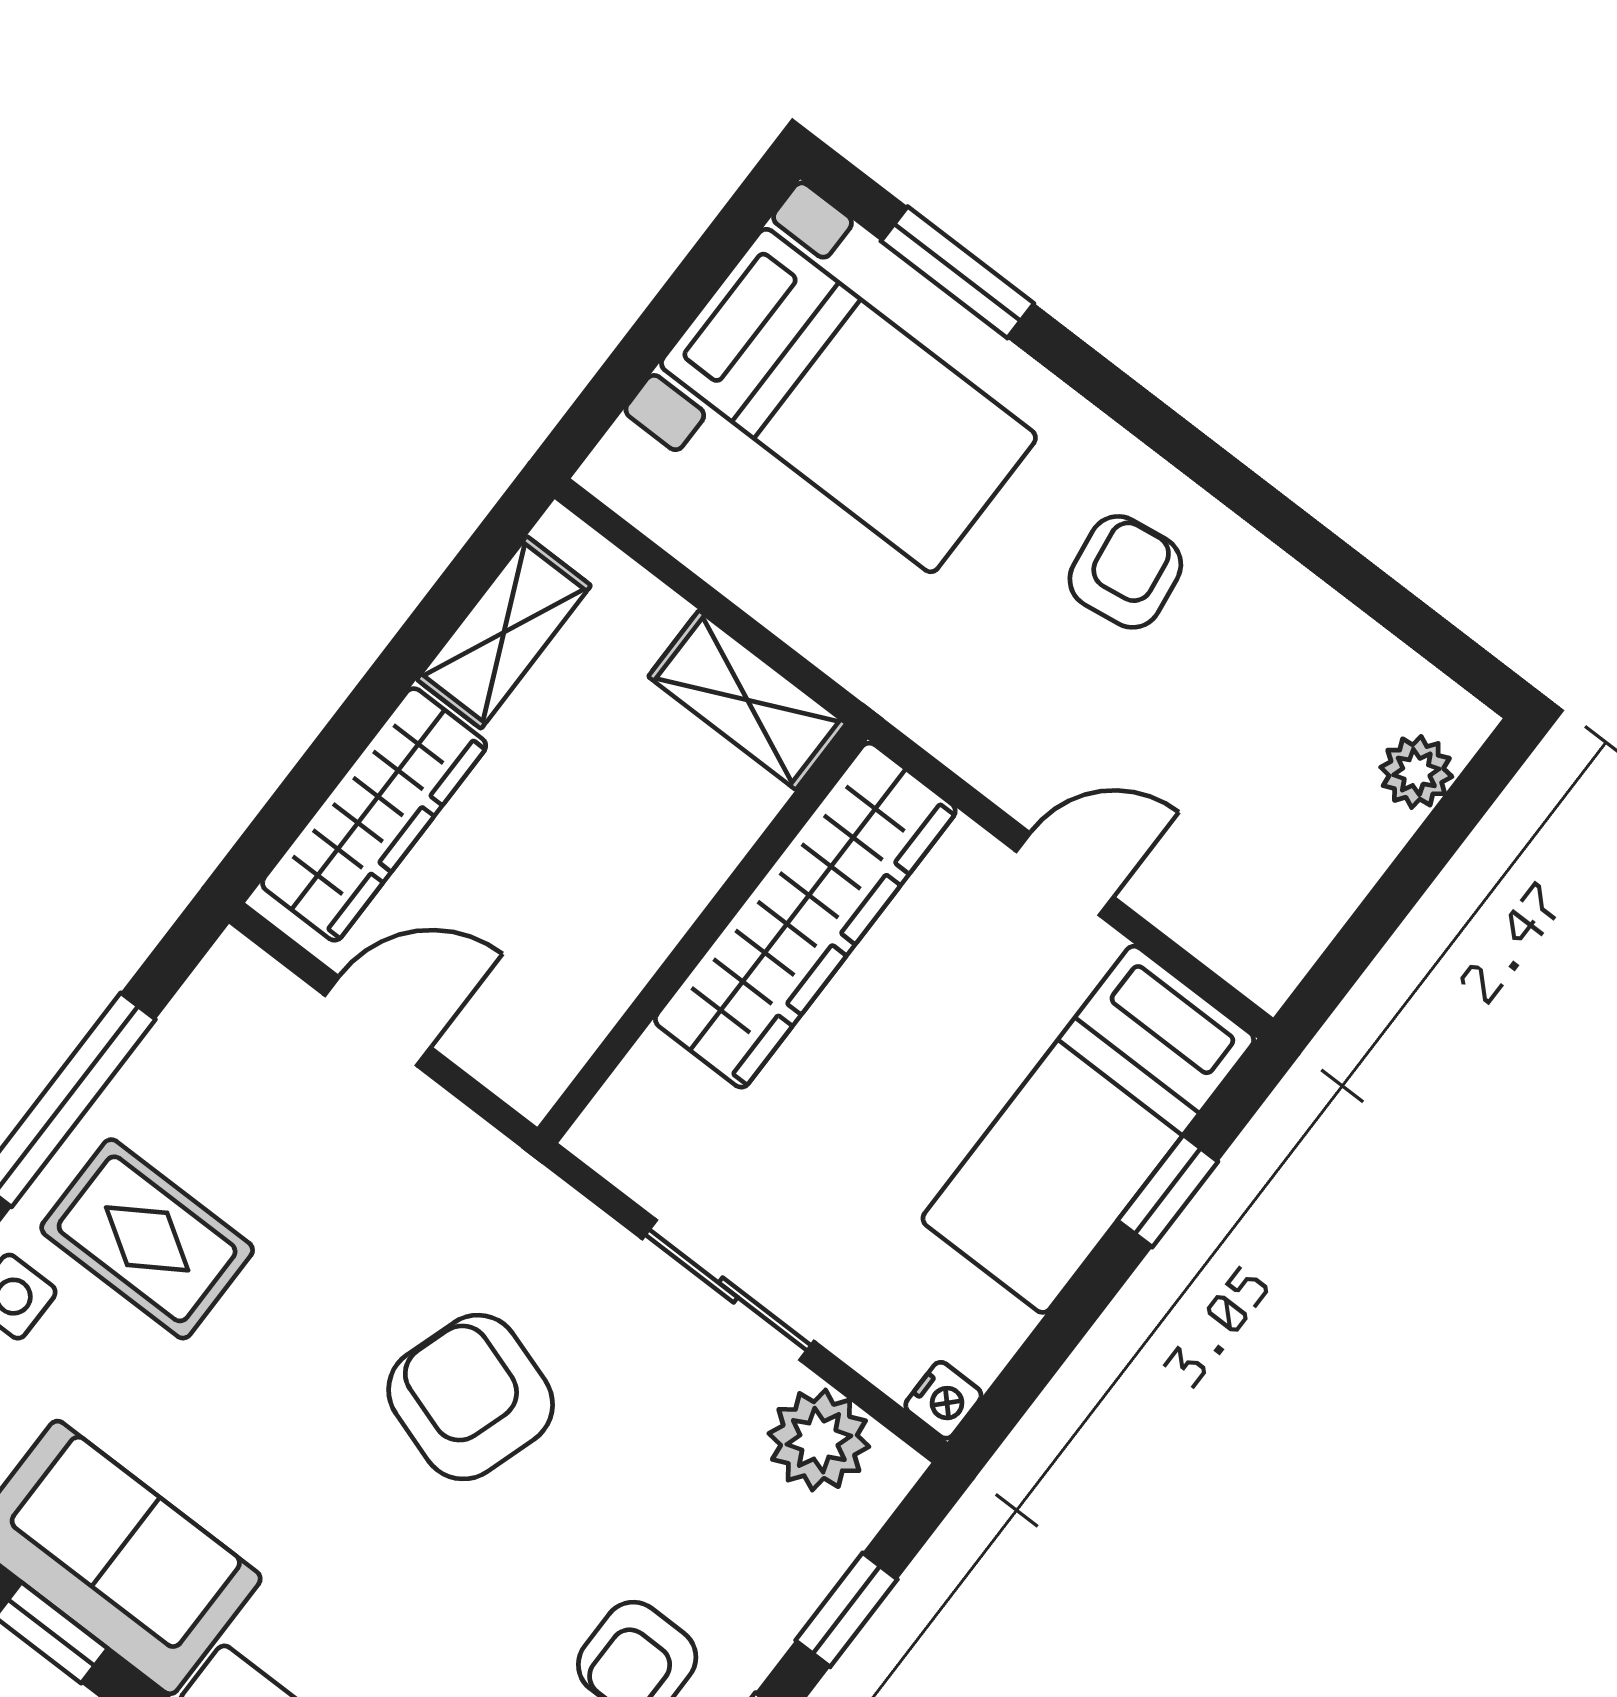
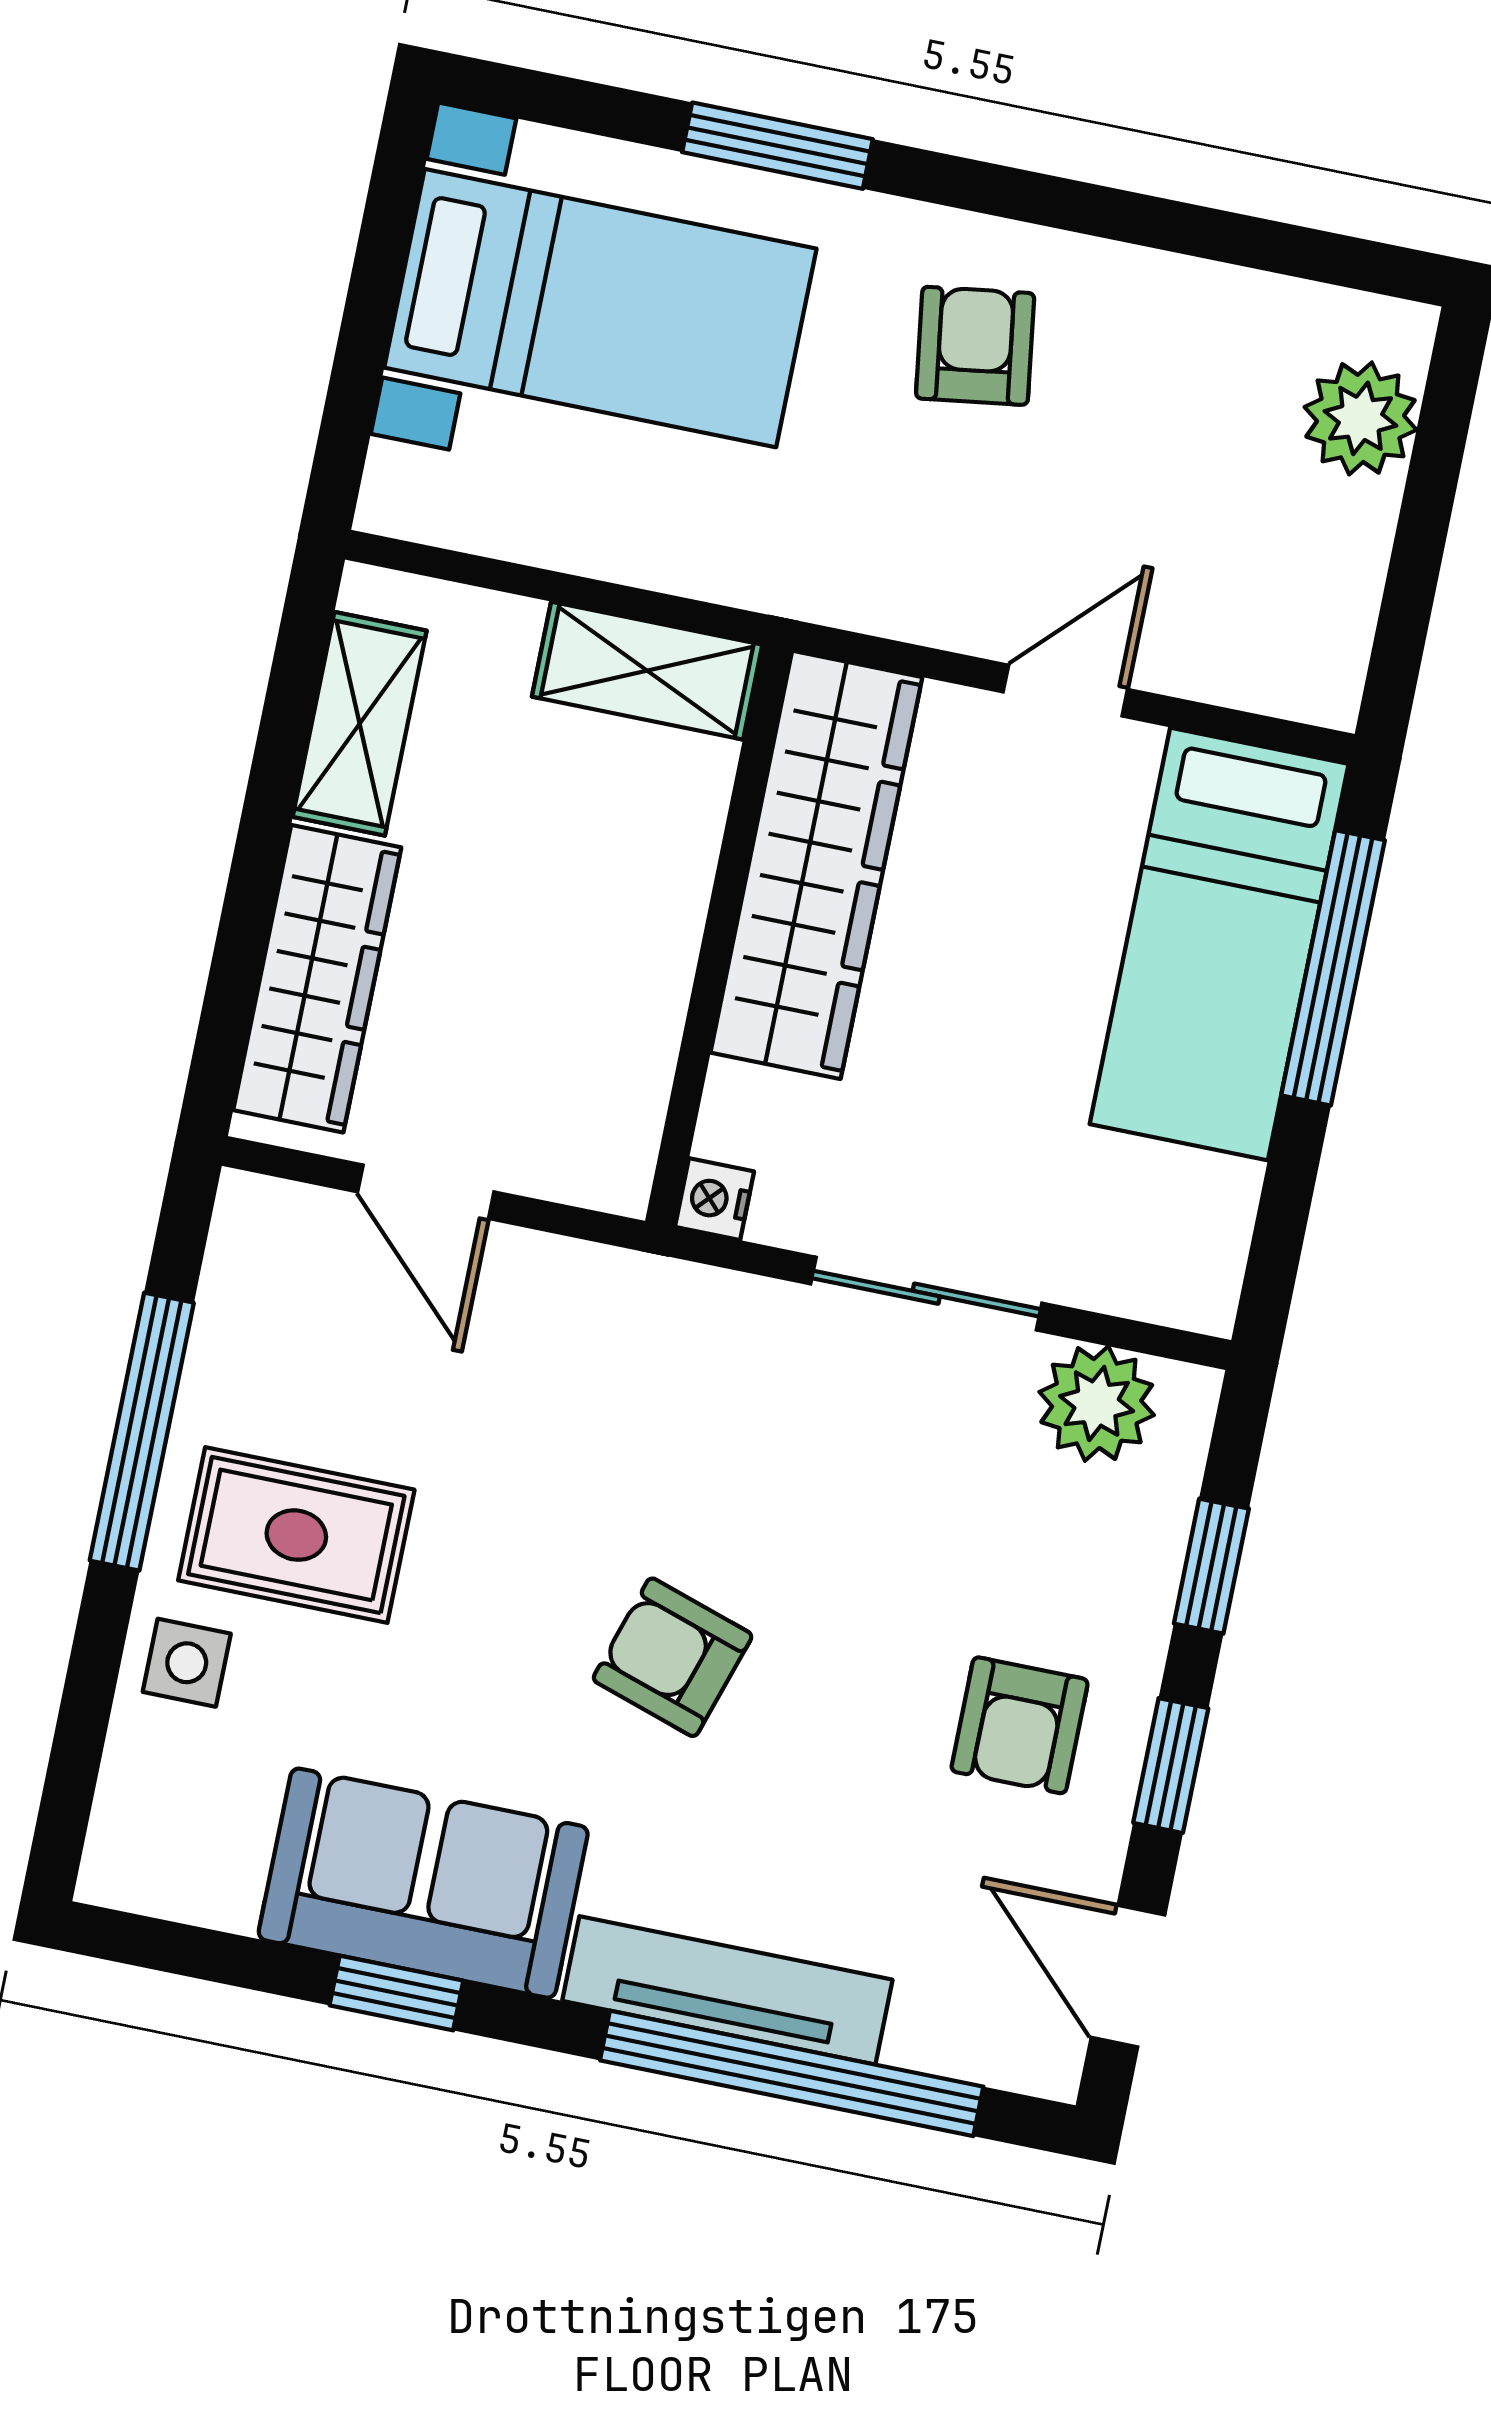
window: (957, 272) -> (777, 146), moved
plant: (1416, 772) -> (1361, 418), width x1.38, depth x1.38
door: (378, 1021) -> (426, 1192), swing flipped
window: (1168, 1191) -> (1333, 968), width x2.17
armchair: (471, 1397) -> (673, 1657), moved, width x0.72, depth x0.72
nightstand: (943, 1400) -> (714, 1199), moved, turned 180

